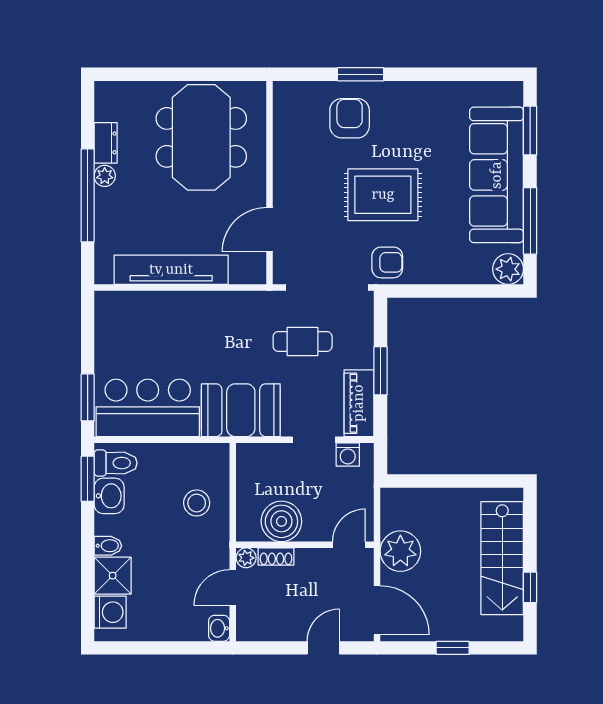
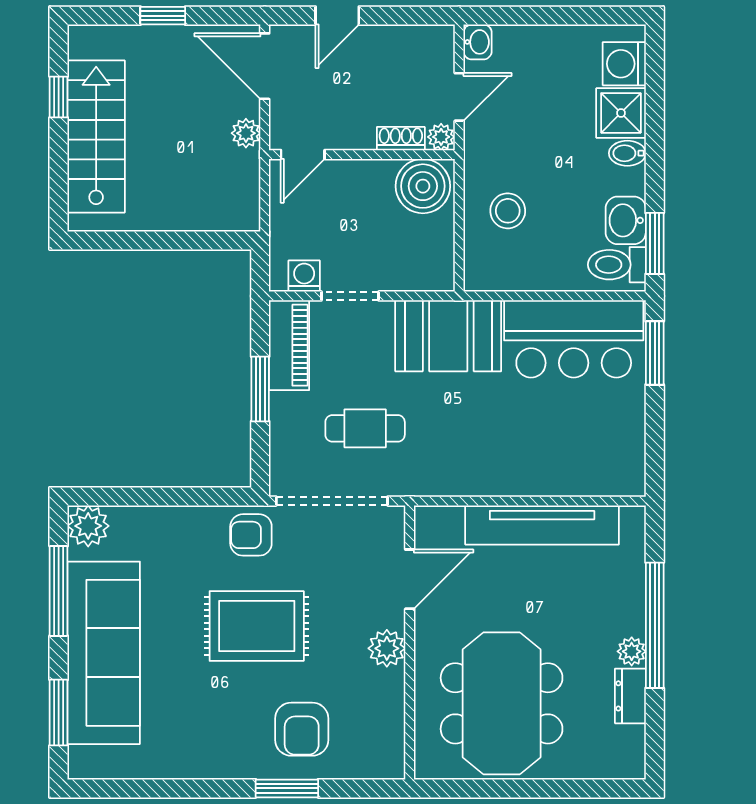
plant: (286, 178) -> (387, 648), added
boiler: (281, 521) -> (423, 186), moved
plant: (400, 551) -> (246, 133), width x0.53, depth x0.53

